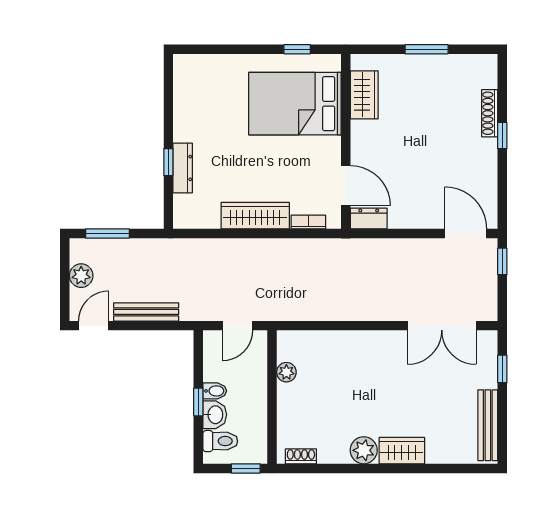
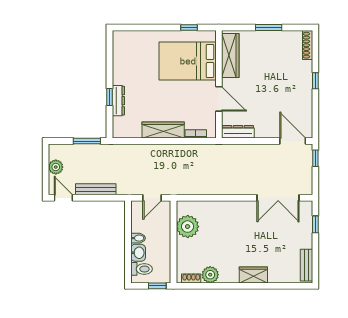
wardrobe: (364, 95) -> (230, 56), width x1.50
shoe rack: (490, 113) -> (308, 45), moved
door: (346, 186) -> (219, 99), moved
dresser: (369, 219) -> (238, 132), width x1.44
window: (107, 233) -> (87, 141), moved
door: (94, 326) -> (63, 198), hinge flipped
plant: (286, 372) -> (188, 227), width x1.88, depth x1.88
window: (198, 402) -> (128, 245), removed
bench: (488, 425) -> (306, 265), width x0.73
plant: (364, 450) -> (210, 275), moved

